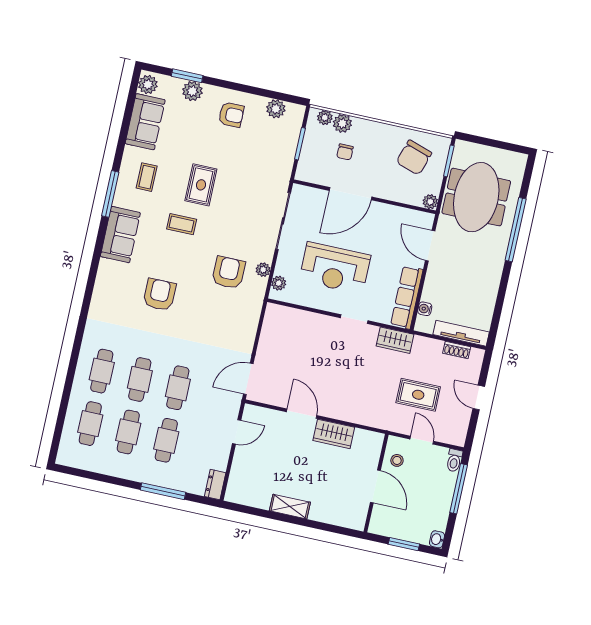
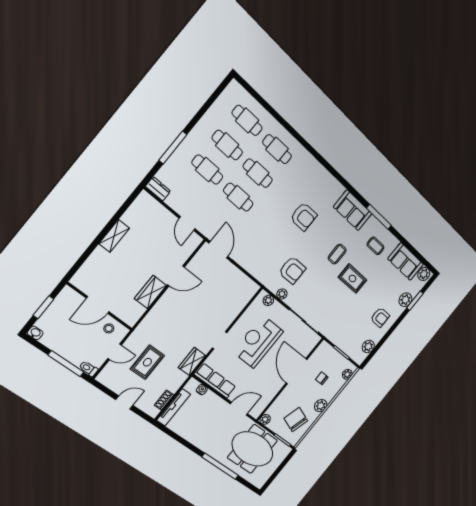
armchair: (231, 115) -> (380, 317), turned -90
plant: (342, 123) -> (321, 406), moved

